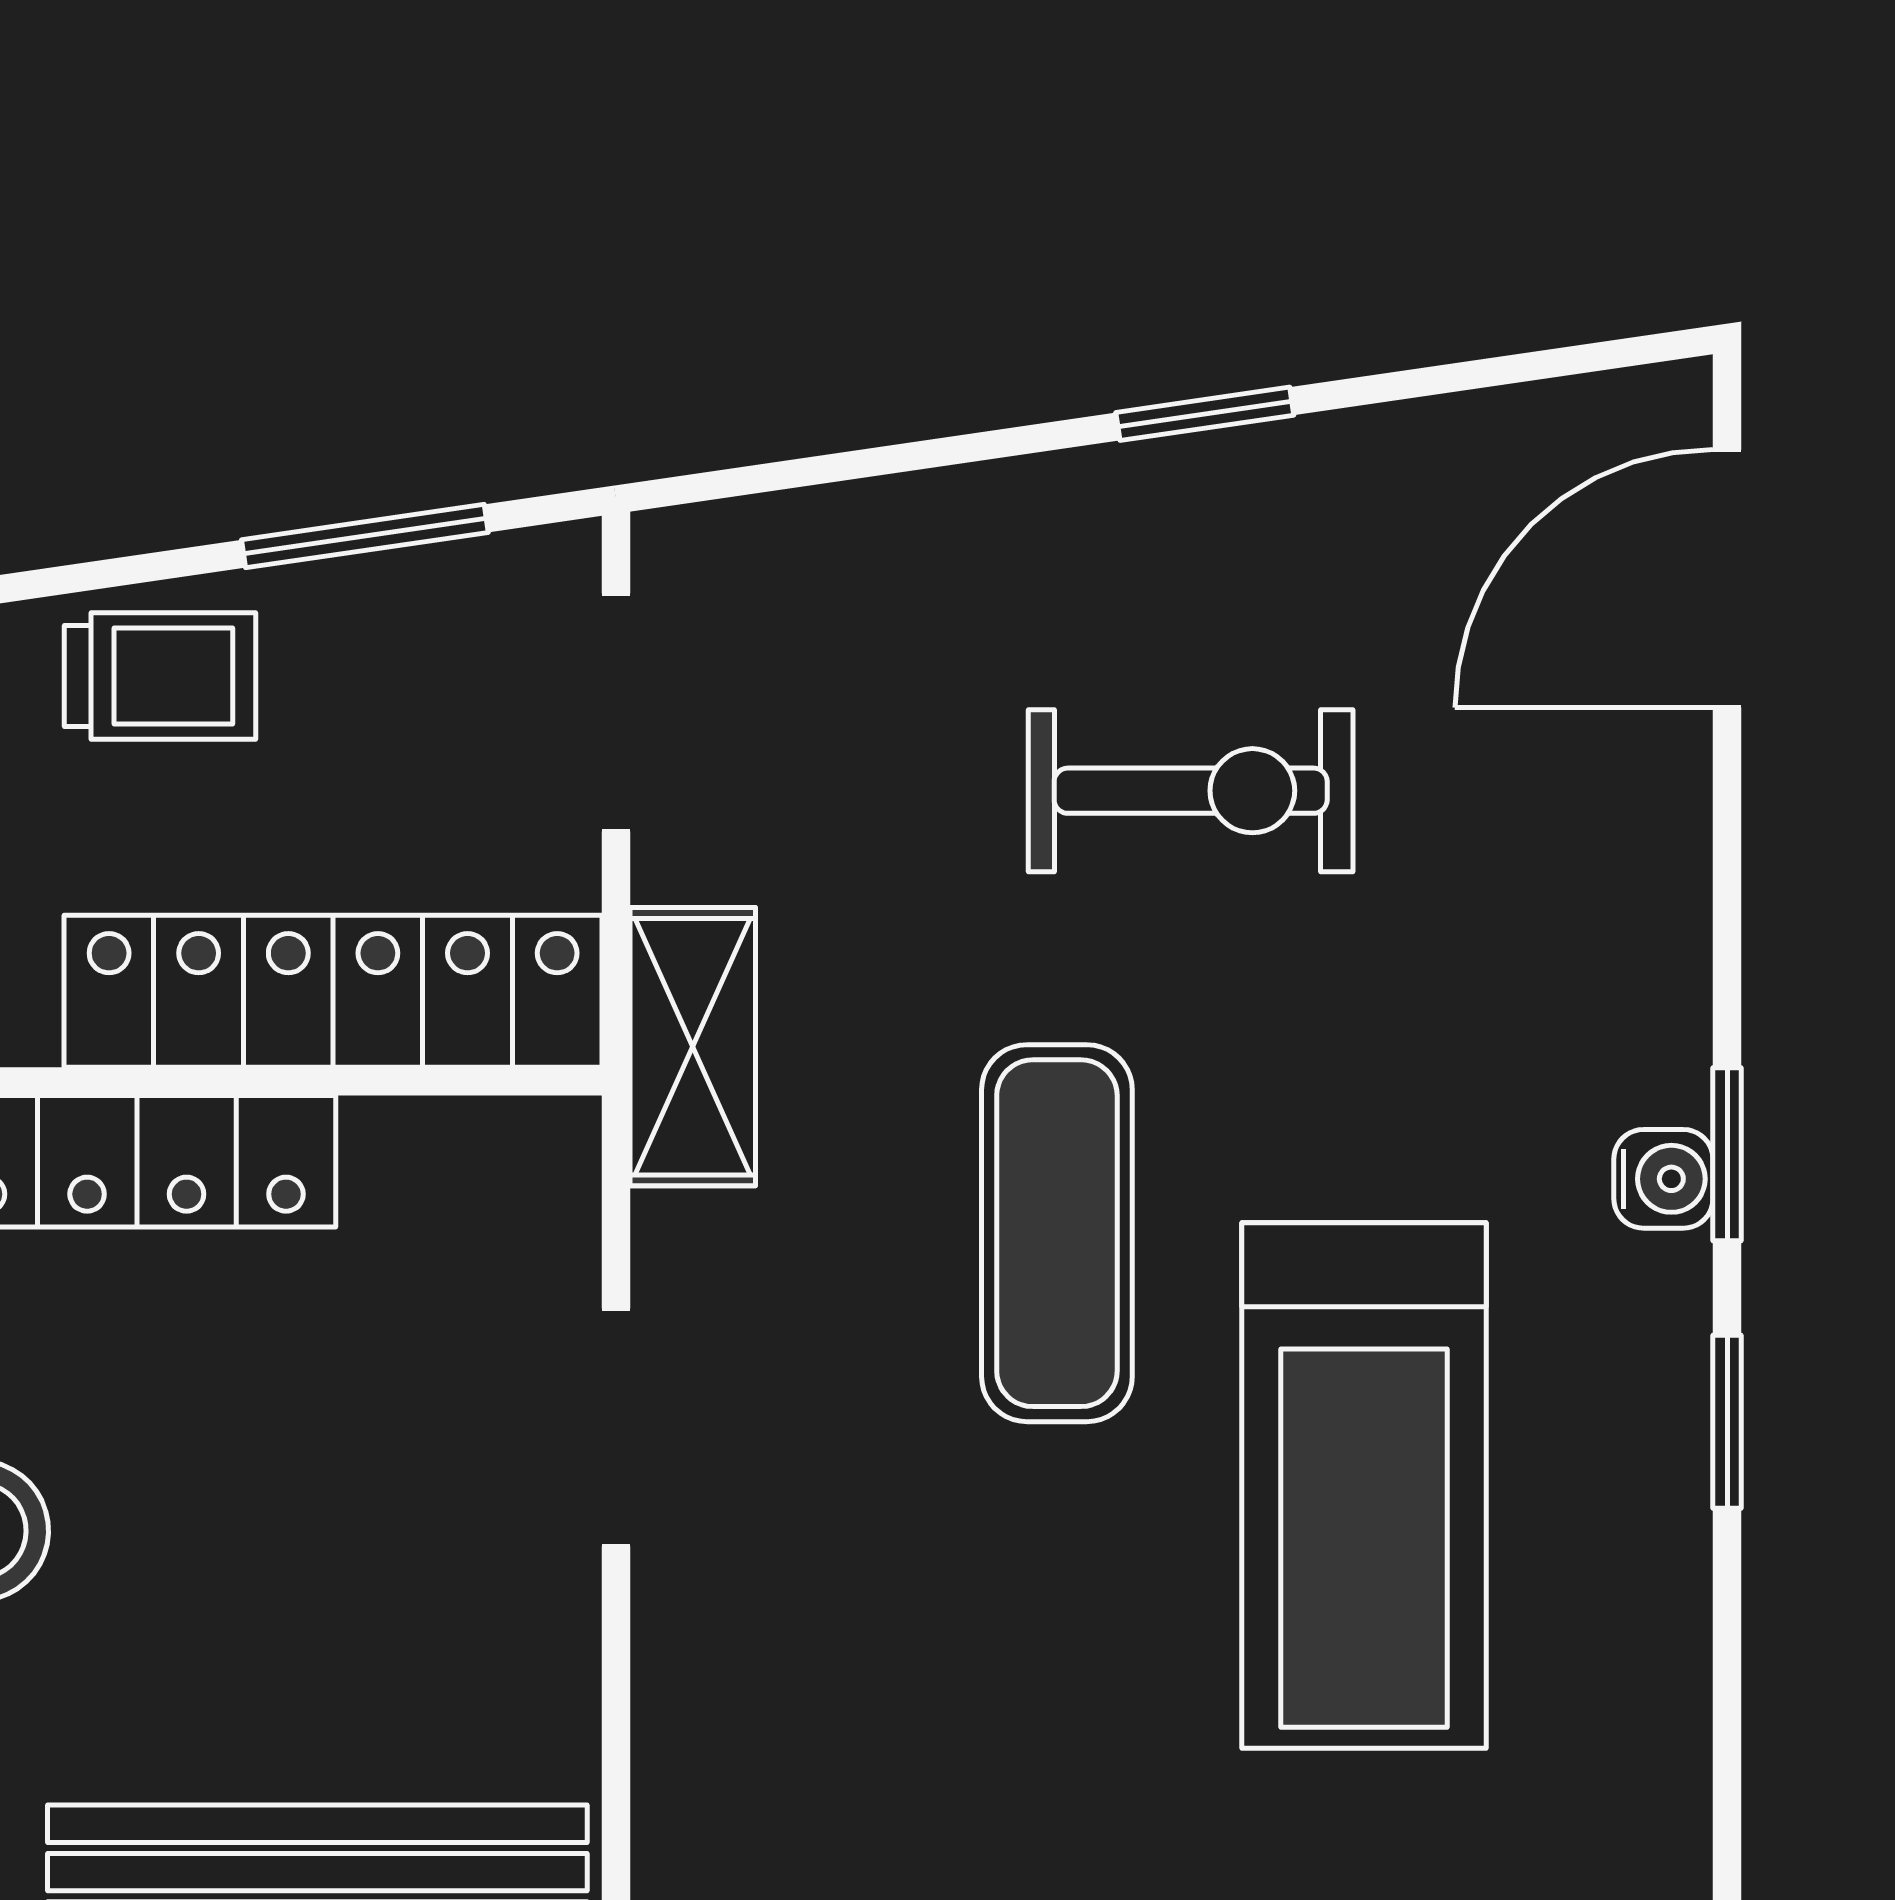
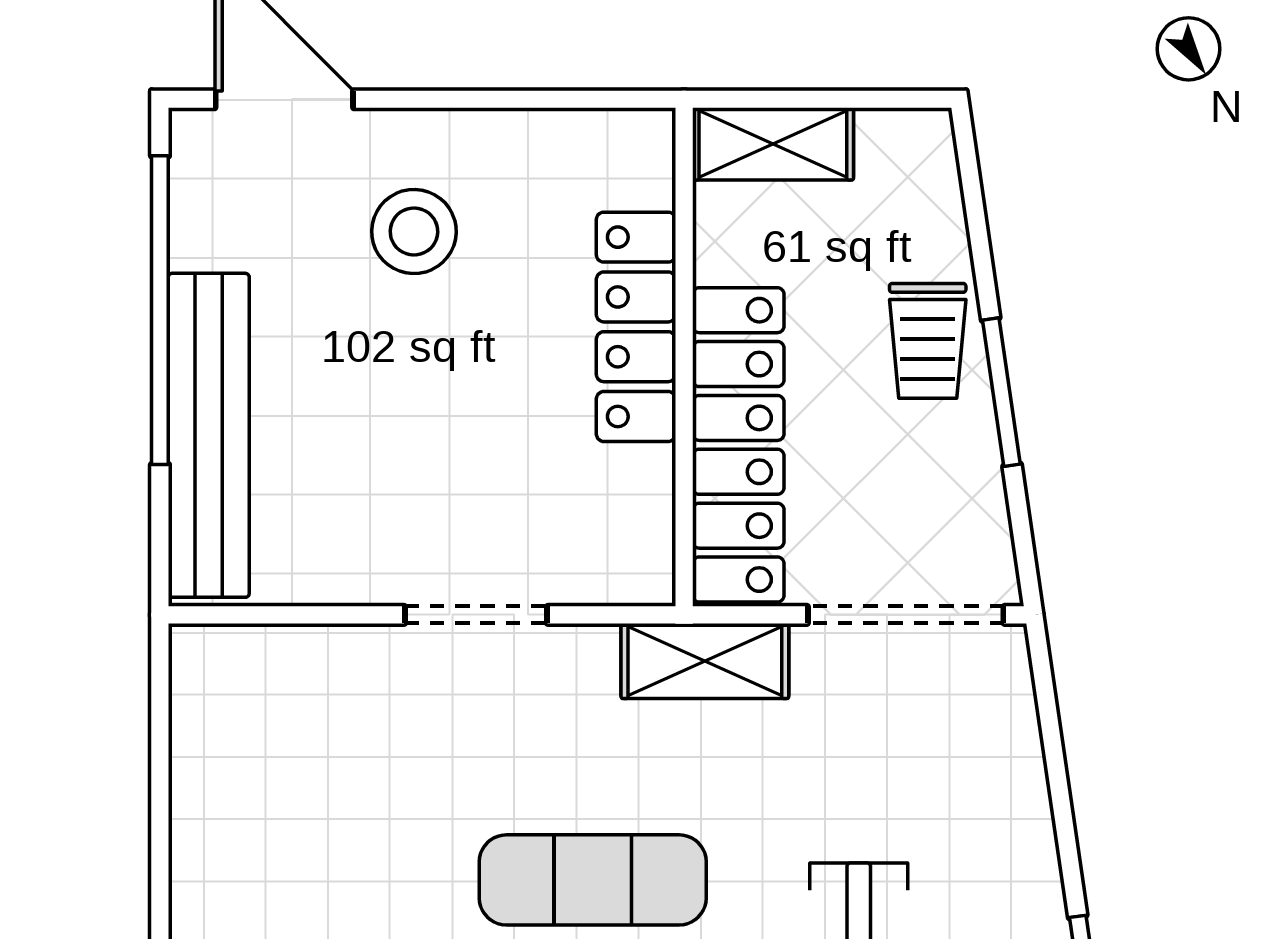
window: (365, 536) -> (1001, 392), moved
doorway: (616, 712) -> (906, 615), width x1.38

